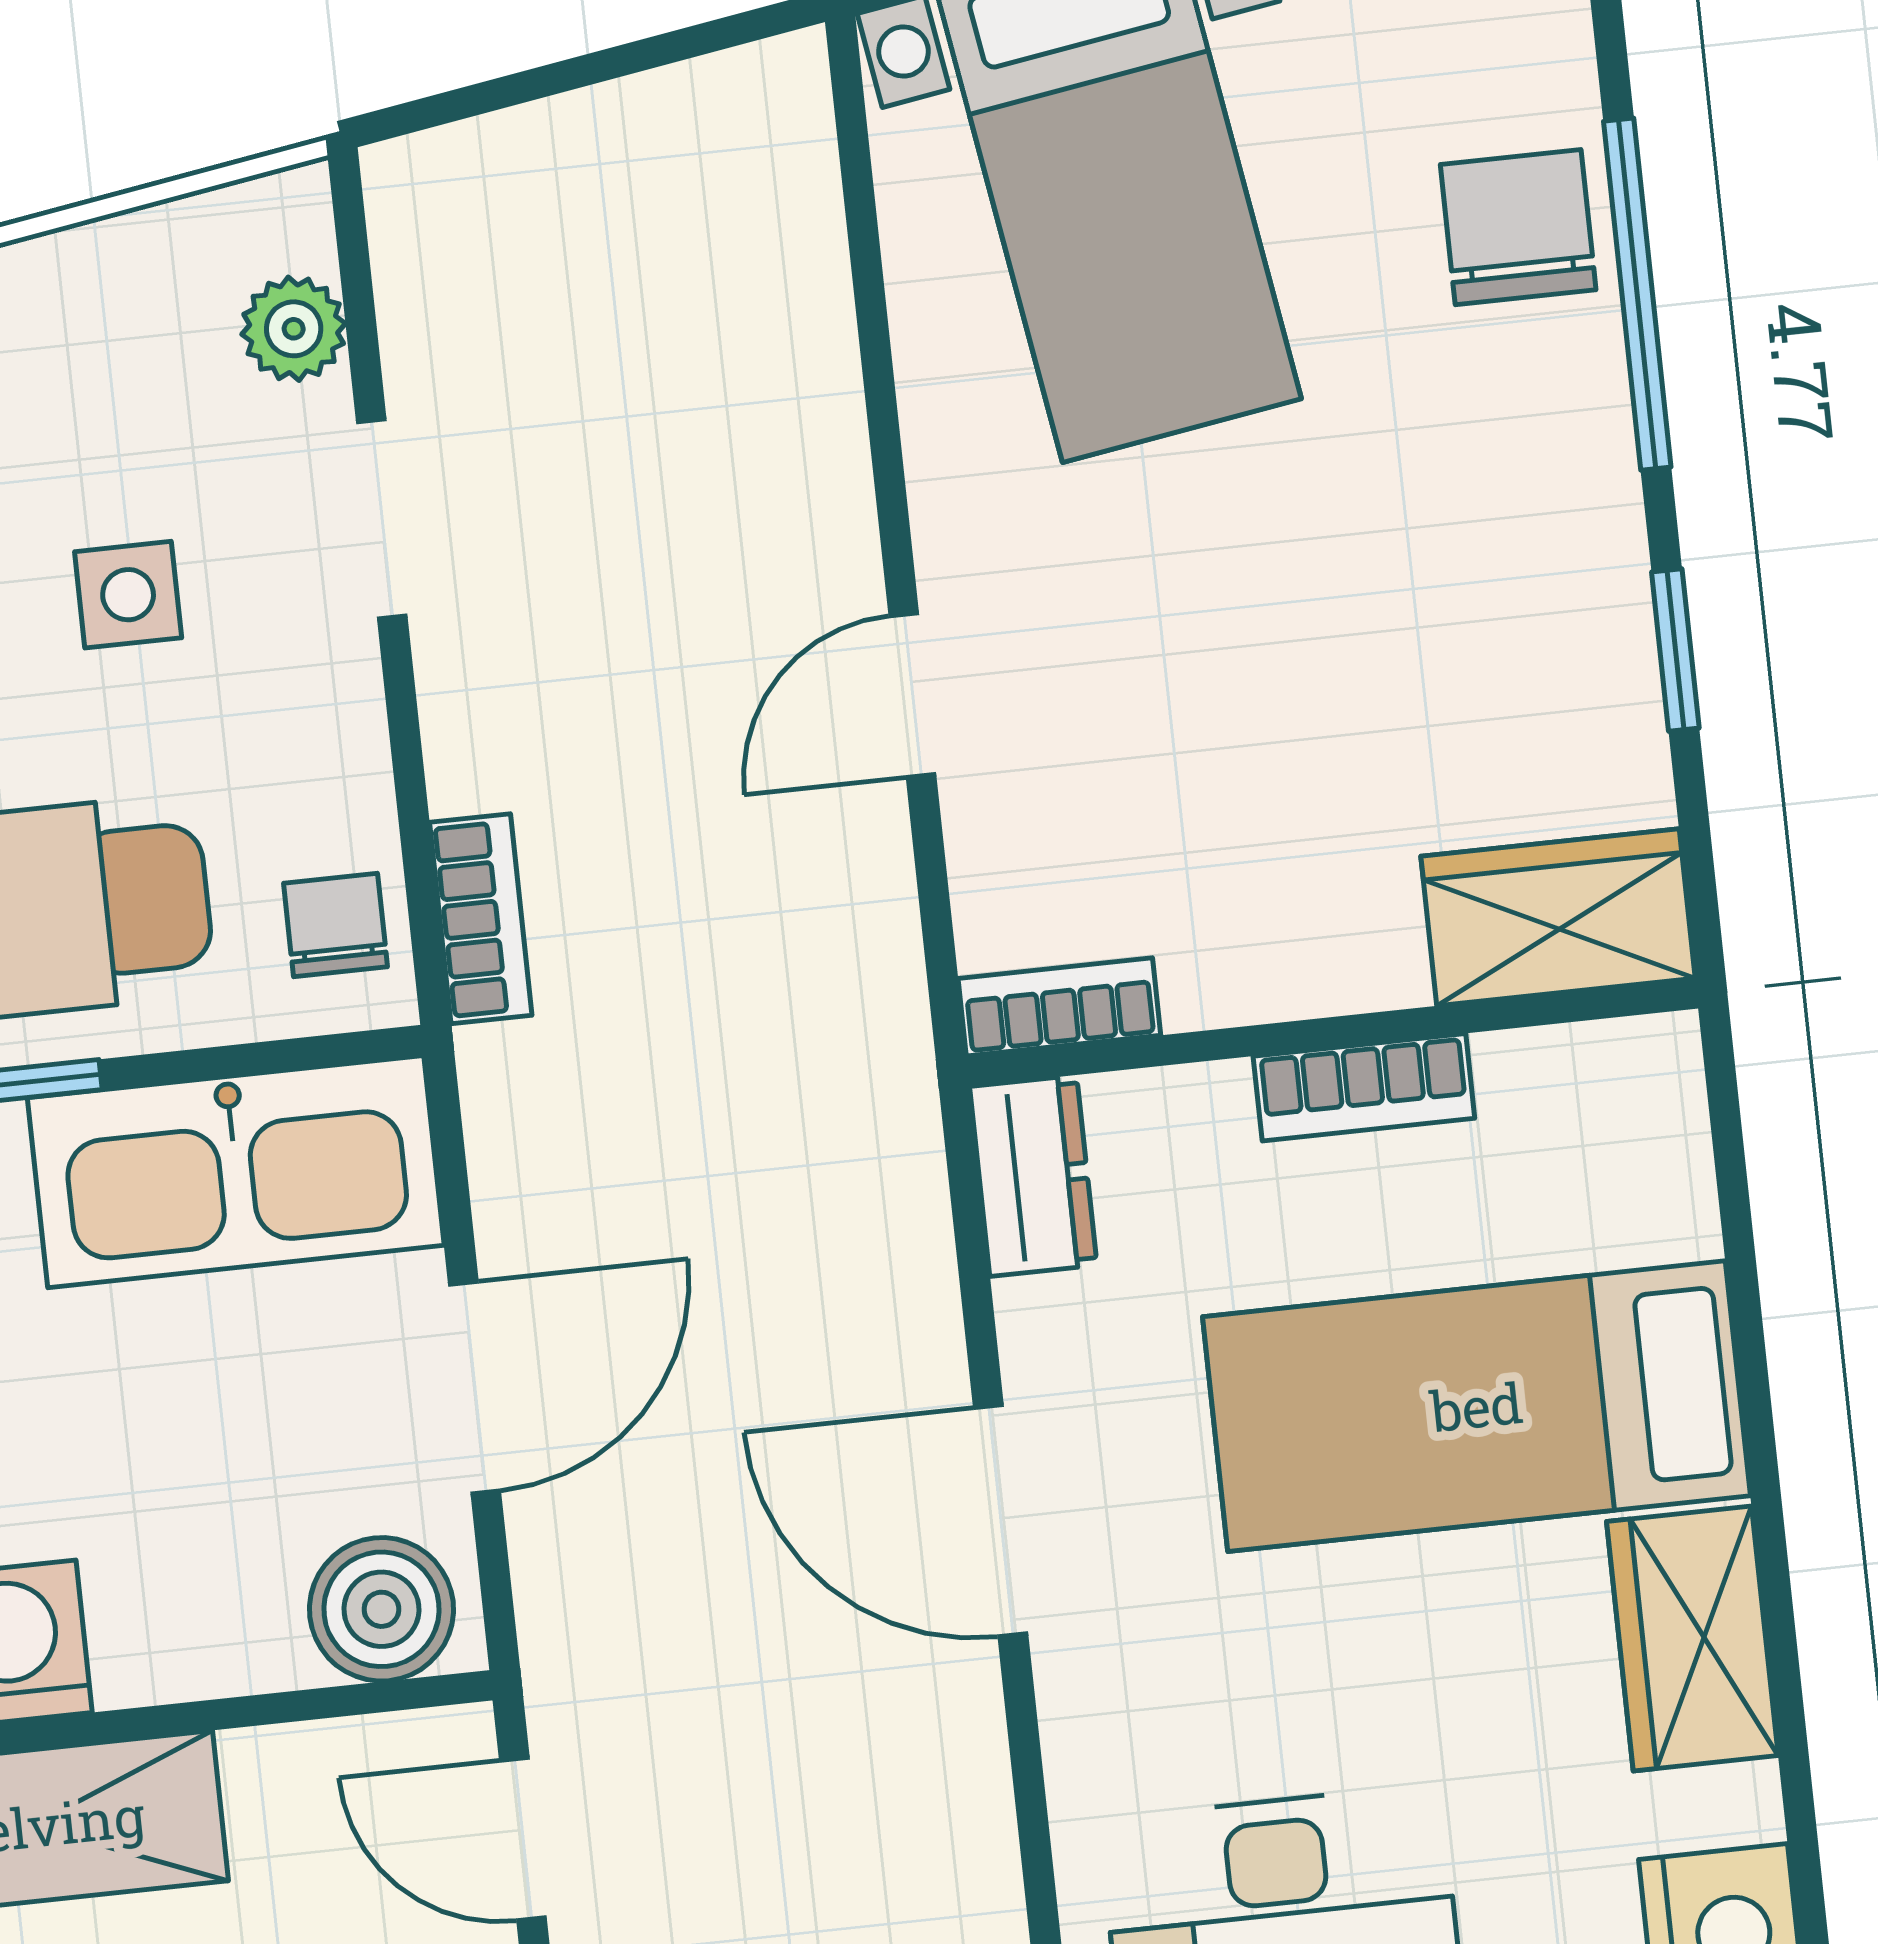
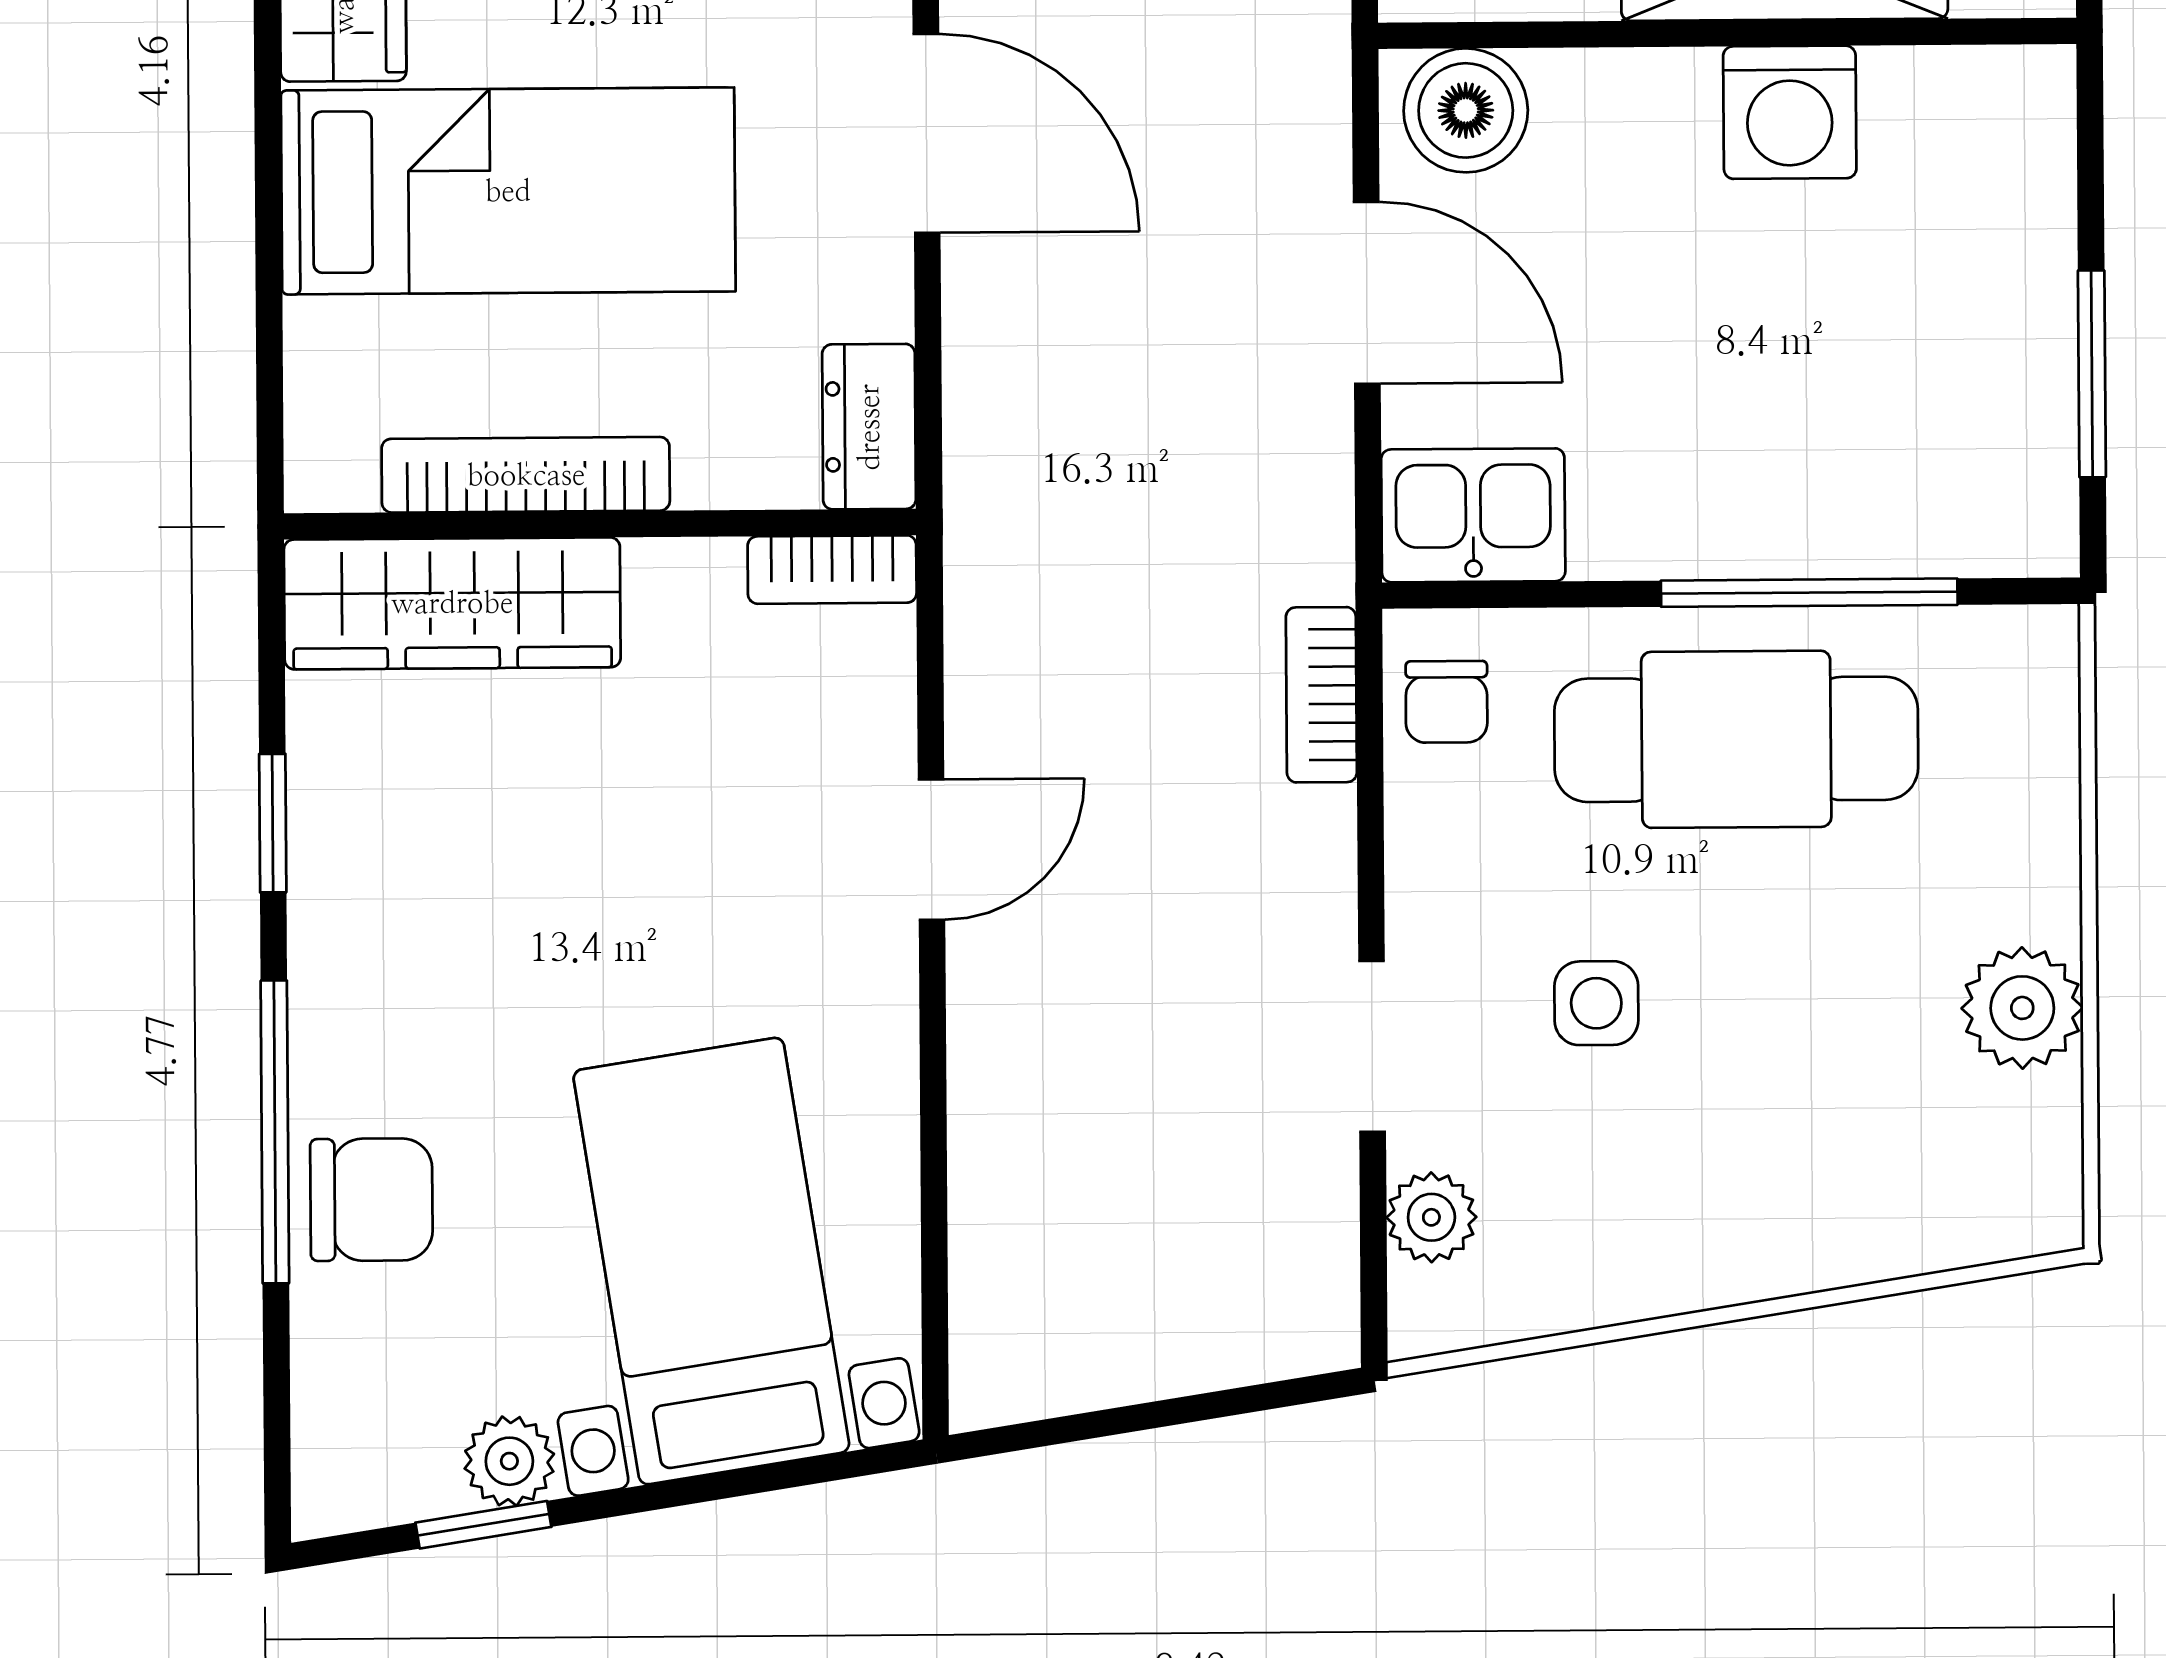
chair: (1518, 227) -> (371, 1200), turned -90
wardrobe: (1558, 917) -> (452, 603), width x1.50
bookcase: (1364, 1087) -> (526, 475), width x1.56
kitchen sink: (236, 1172) -> (1473, 515), width x0.53, depth x0.81
door: (475, 1387) -> (1367, 293), swing flipped

